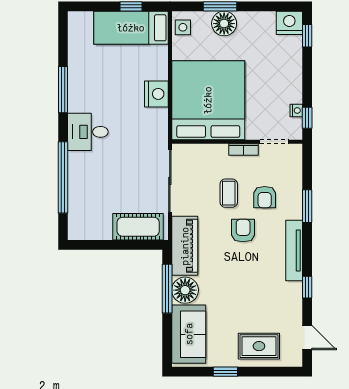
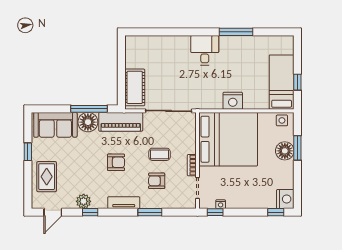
window: (63, 177) -> (171, 32), removed
armchair: (243, 231) -> (116, 162), moved
tv unit: (294, 250) -> (124, 203), width x0.71
plant: (292, 296) -> (84, 201), added

